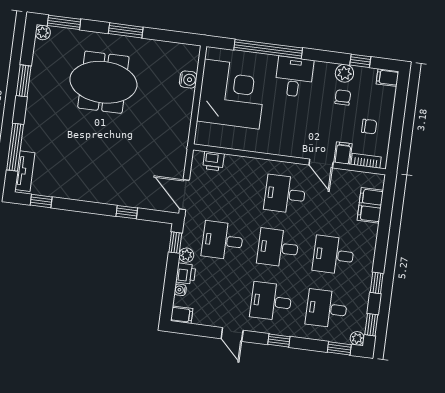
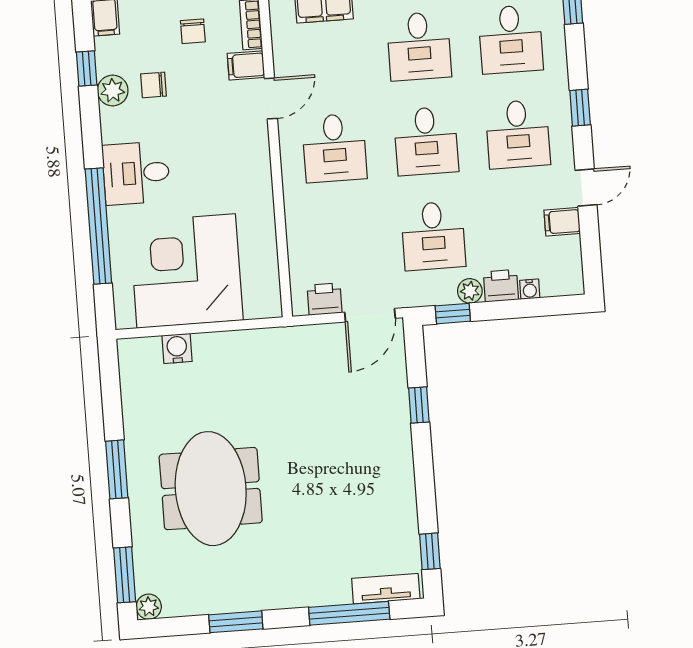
chair: (369, 127) -> (193, 31), turned 180
printer: (213, 161) -> (325, 299), moved, turned -90
filing cabinet: (182, 315) -> (562, 222), moved, turned -90

